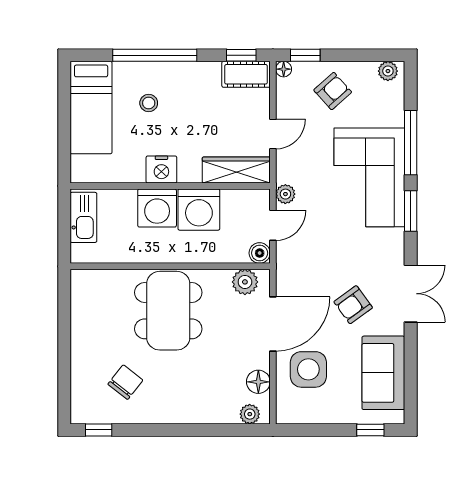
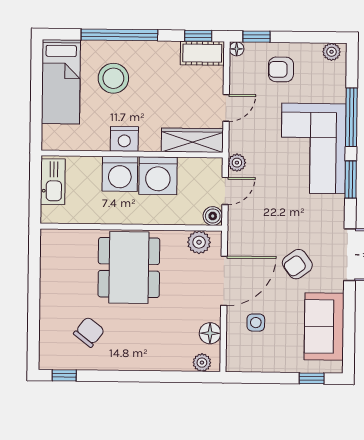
armchair: (333, 91) -> (281, 69), turned -138
stool: (149, 103) -> (113, 78), width x1.89, depth x1.89
side table: (308, 369) -> (256, 323), width x0.54, depth x0.54

